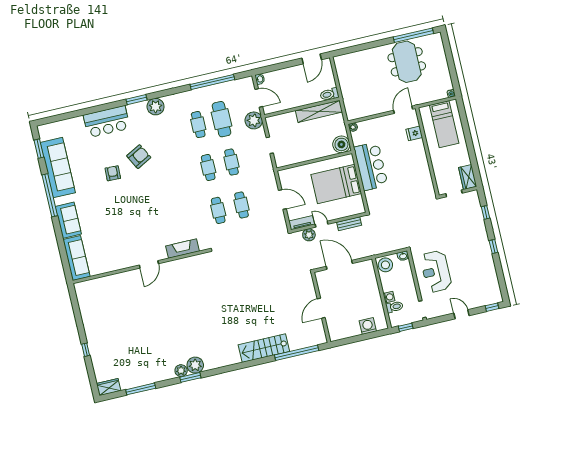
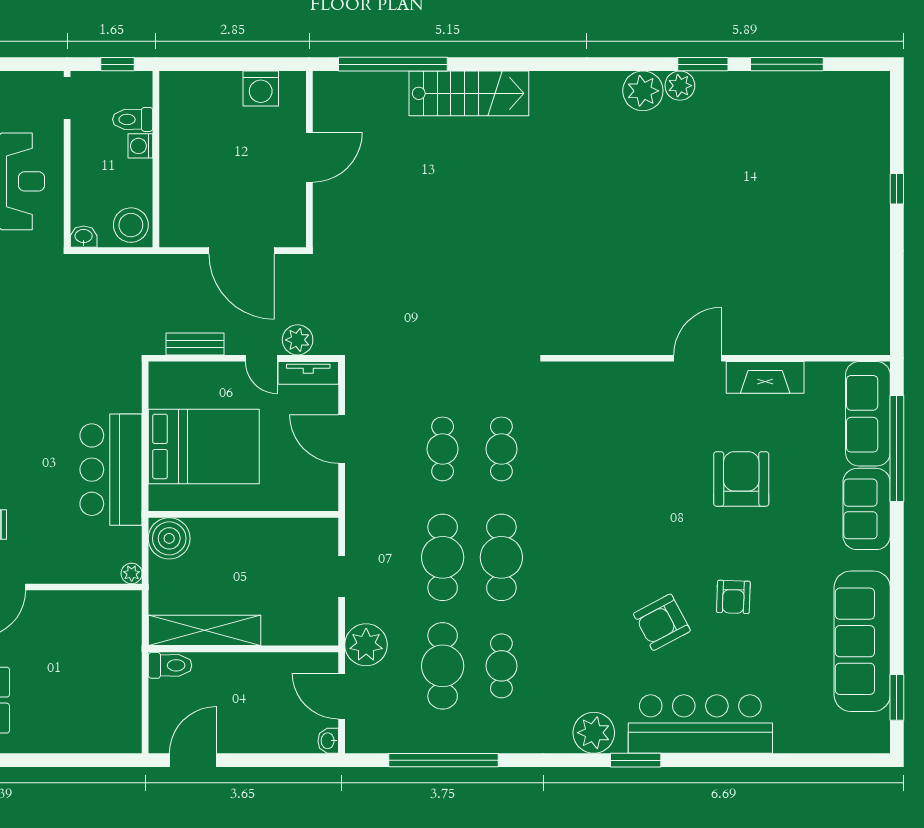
bar counter: (107, 122) -> (700, 724), width x1.36
cafe table: (232, 162) -> (443, 557), width x1.37, depth x1.35
cafe table: (208, 167) -> (501, 557), width x1.37, depth x1.35
window: (50, 195) -> (897, 448), moved
armchair: (121, 221) -> (741, 479), added
fireplace: (182, 249) -> (765, 377), moved
washing machine: (368, 326) -> (261, 88), moved
window: (190, 377) -> (703, 64), moved
wardrobe: (109, 387) -> (863, 87), removed

